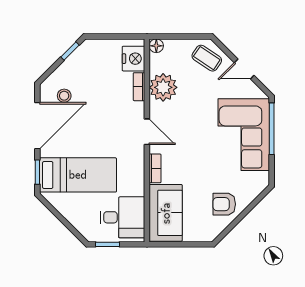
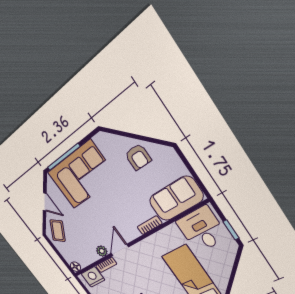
plant: (163, 87) -> (102, 251), width x0.53, depth x0.53
door: (147, 132) -> (120, 250), moved

